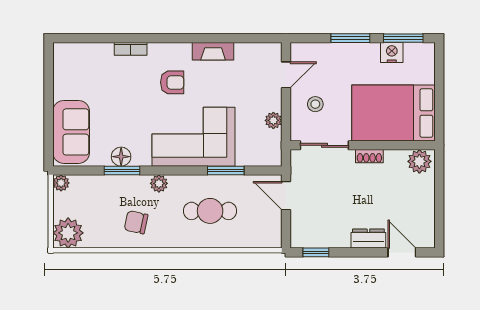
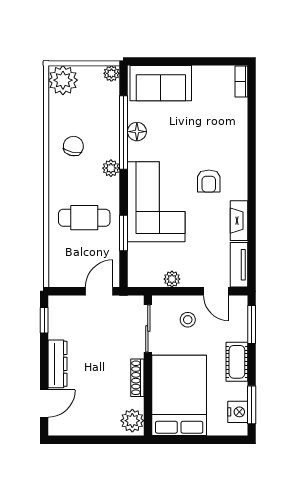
window: (350, 38) -> (252, 324), moved
bookcase: (131, 49) -> (241, 81), moved
tv unit: (259, 51) -> (239, 265), added
cot: (359, 53) -> (237, 362), added
nightstand: (392, 53) -> (238, 412), moved
shoe rack: (369, 156) -> (137, 378), width x1.43
window: (122, 170) -> (123, 132), width x2.11
cafe table: (210, 211) -> (84, 218), turned 90
dresser: (368, 239) -> (58, 364), width x1.44

